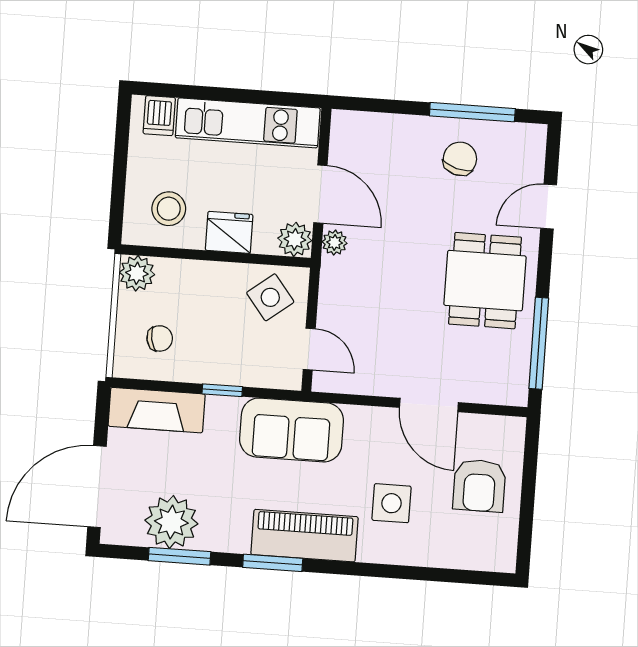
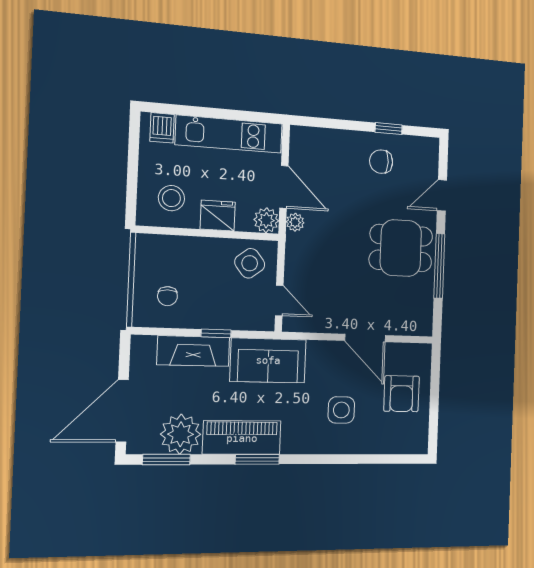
window: (472, 112) -> (389, 129), width x0.46
chair: (460, 159) -> (381, 162), turned -106
plant: (137, 273) -> (148, 247), removed
dining table: (485, 281) -> (401, 248), turned 90
chair: (160, 338) -> (167, 296), turned 101
window: (539, 343) -> (439, 266), moved
fireplace: (157, 410) -> (193, 351), moved
piano: (305, 536) -> (242, 438), moved
window: (179, 556) -> (166, 460), moved

